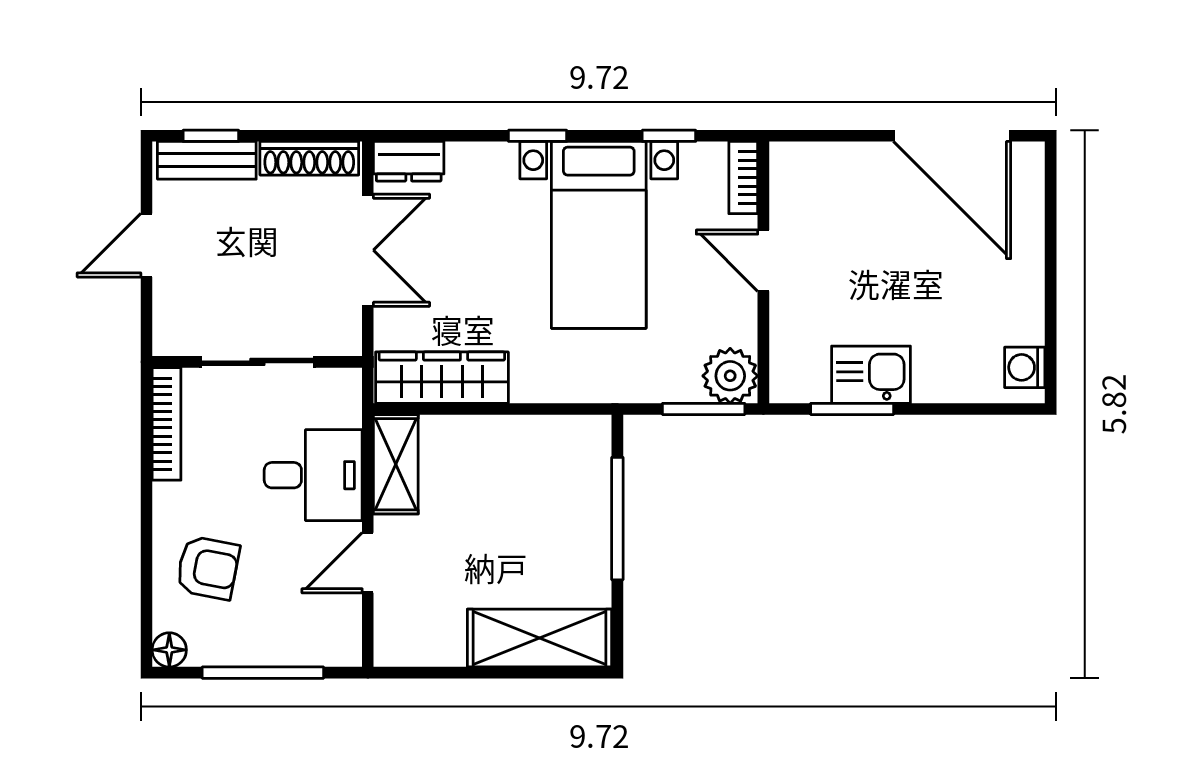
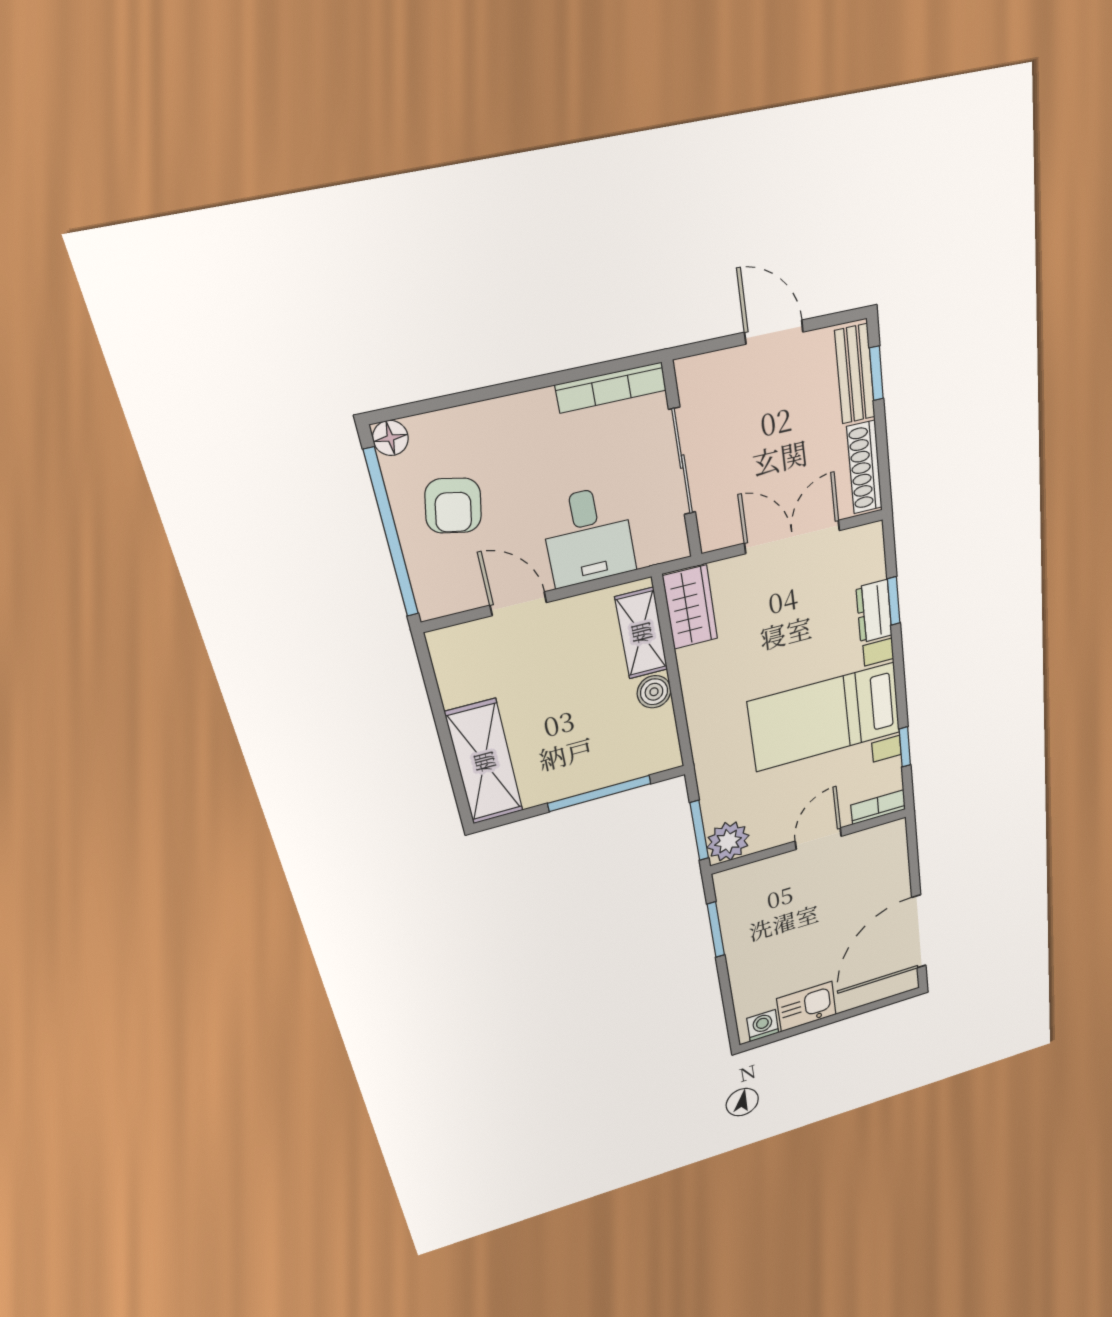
window: (538, 136) -> (894, 601), moved
dresser: (409, 161) -> (874, 611), moved
double door: (368, 250) -> (792, 537), swing flipped
kitchen sink: (871, 375) -> (807, 1007), moved, turned -90
wardrobe: (442, 378) -> (690, 607), width x0.67
boiler: (509, 434) -> (654, 692), added
shelving: (396, 464) -> (641, 633), moved, turned 90
armchair: (208, 568) -> (453, 506), moved
window: (263, 673) -> (391, 534), width x1.46

